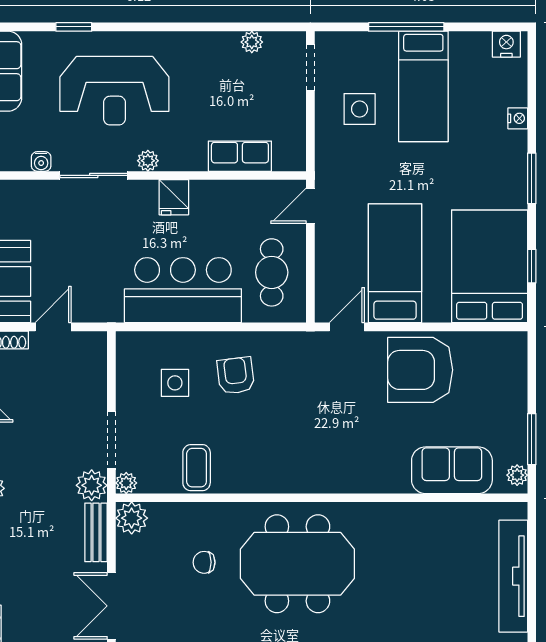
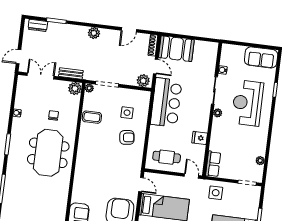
side table: (360, 109) -> (216, 193), moved
row of seats: (240, 156) -> (213, 164), moved
fridge: (174, 197) -> (200, 138), moved
bar counter: (183, 290) -> (166, 103), moved
plant: (92, 485) -> (143, 81), moved

